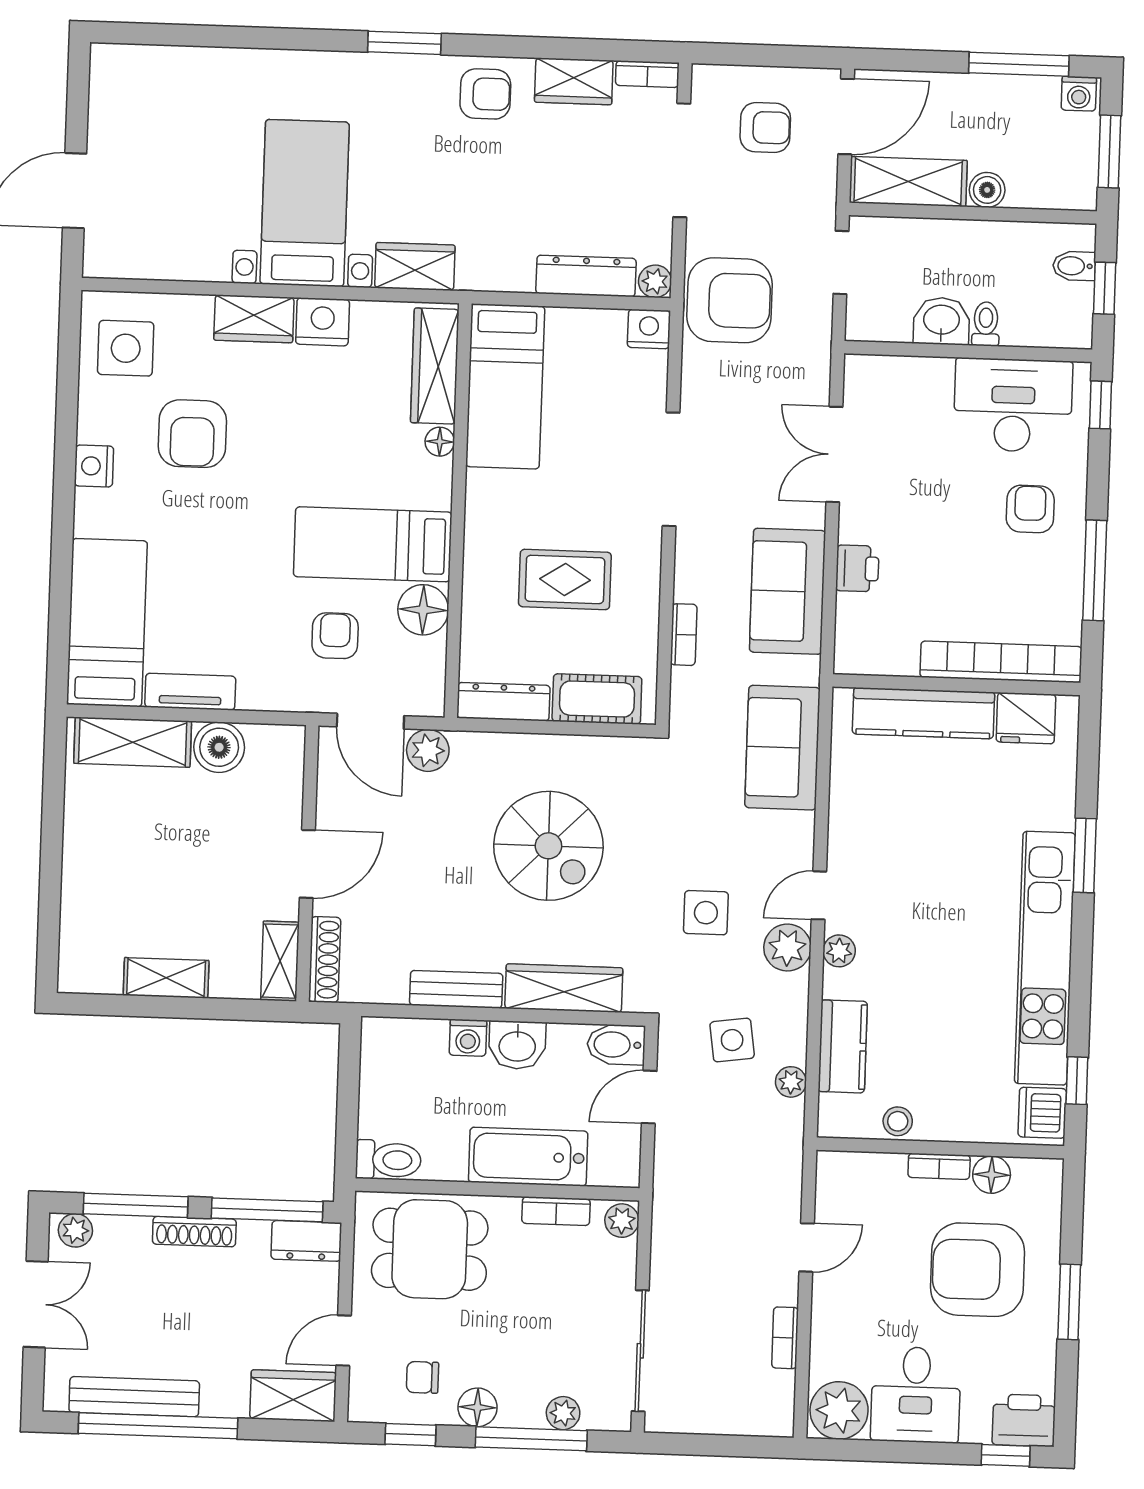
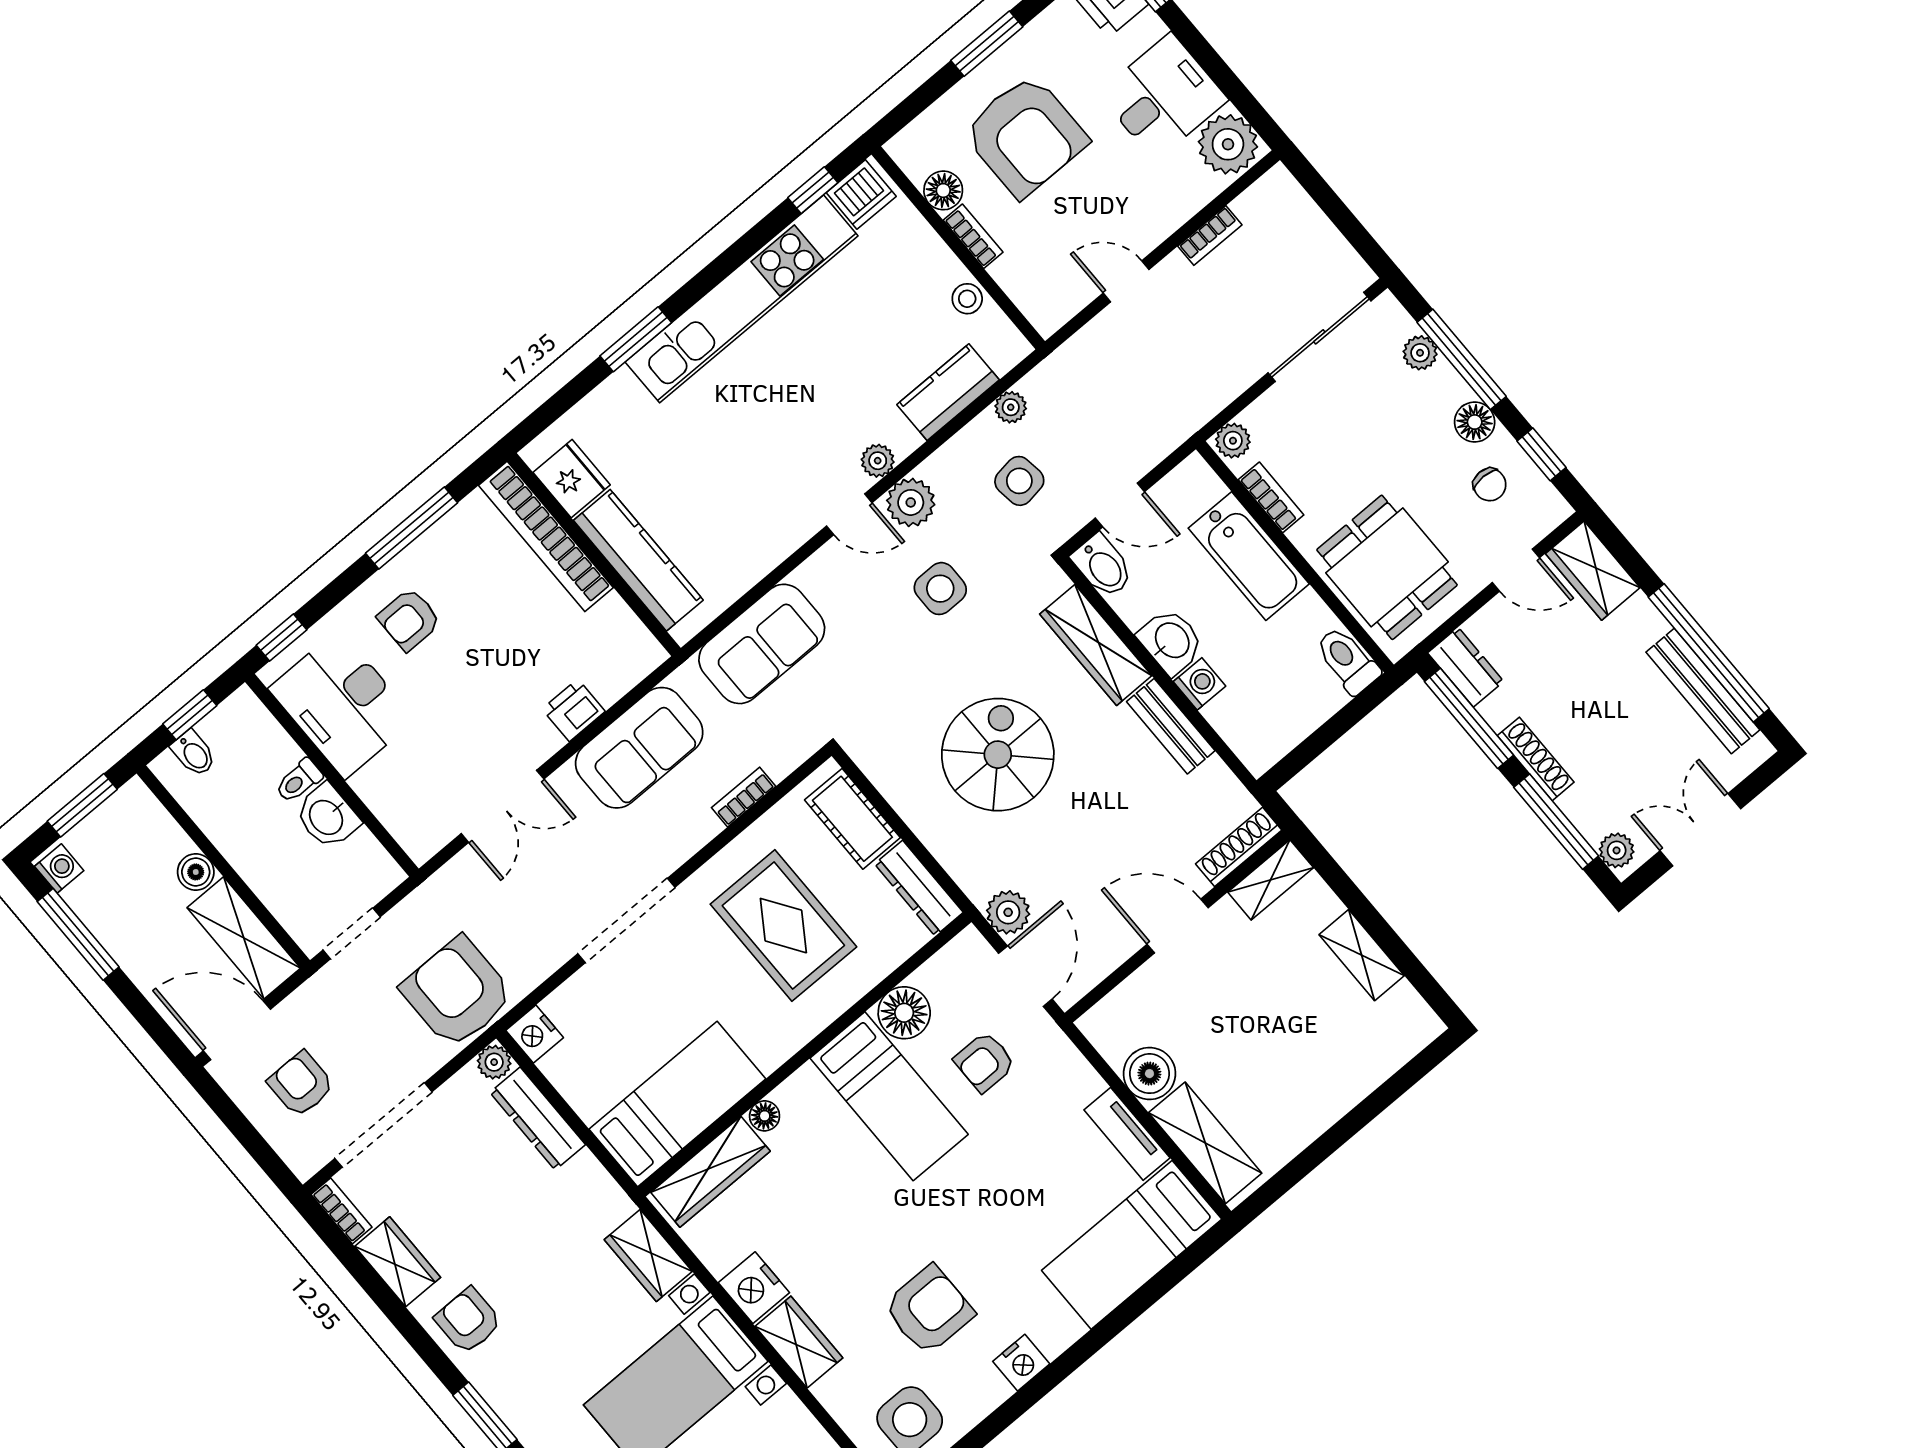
rug: (565, 579) -> (783, 926), width x1.36, depth x1.43

